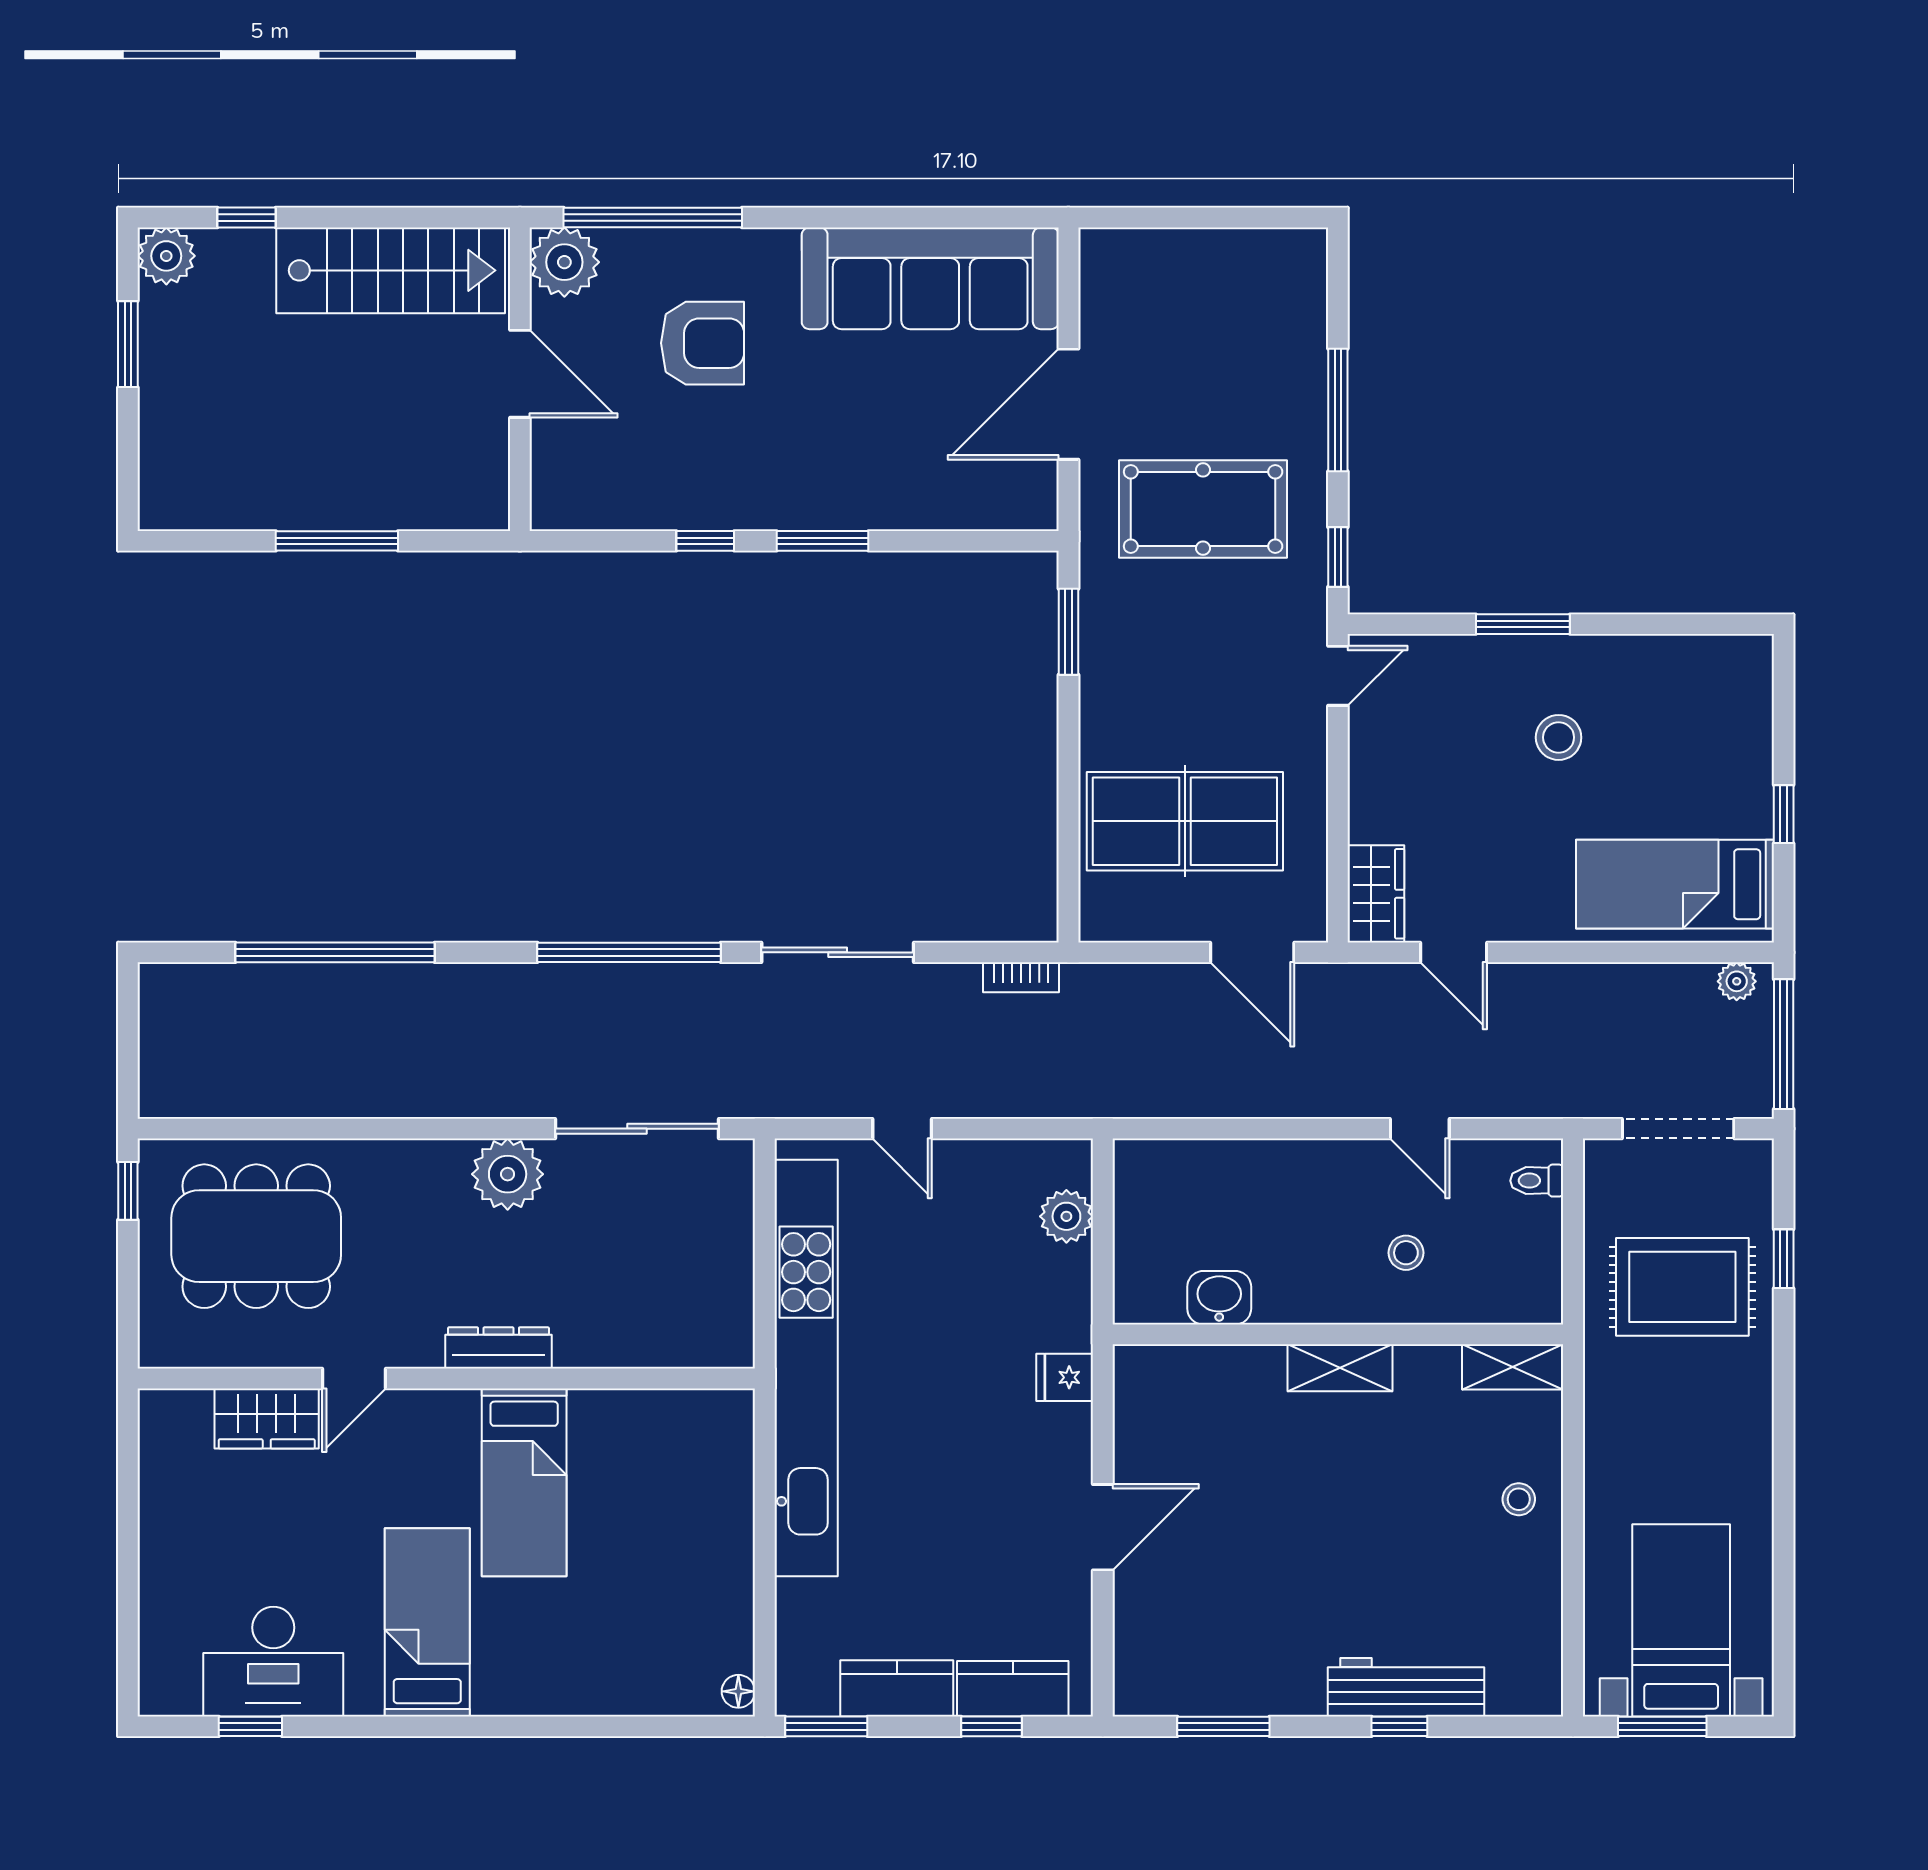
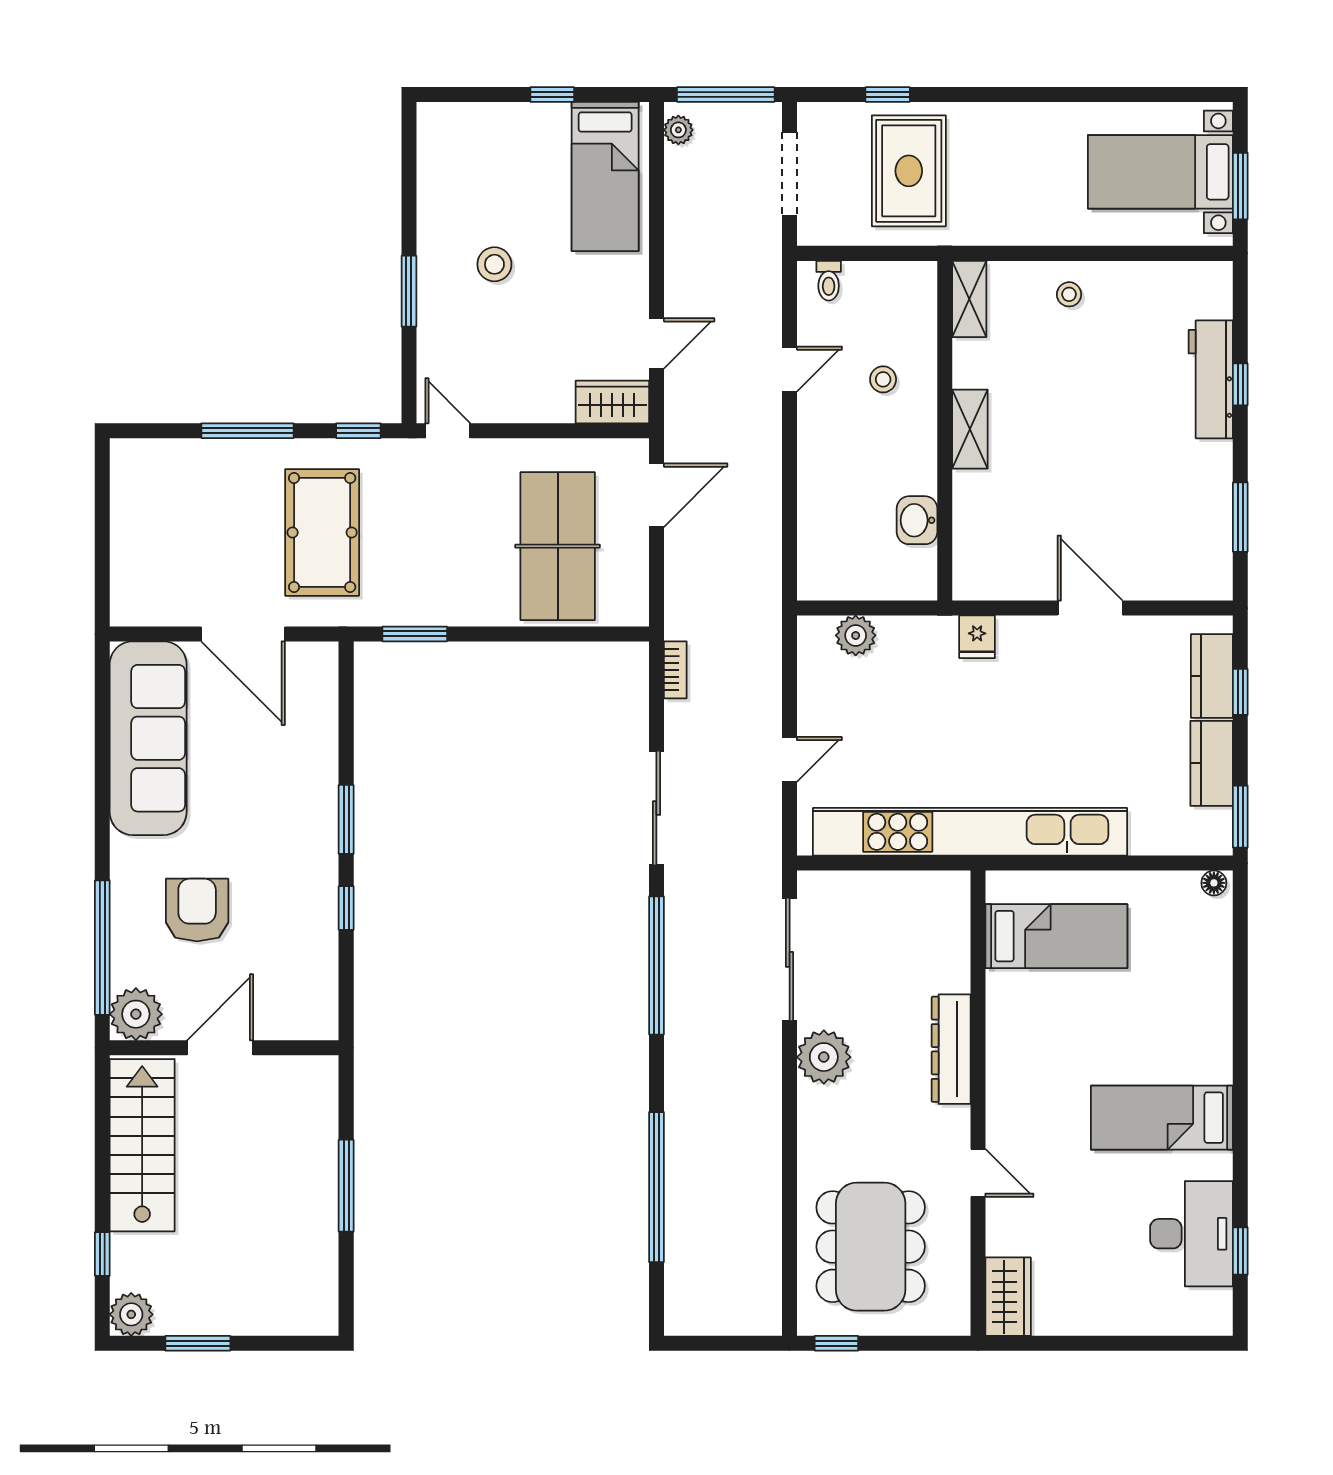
dresser: (498, 1348) -> (951, 1049), width x1.37, depth x1.24
wardrobe: (267, 1418) -> (1008, 1297), moved
bed: (524, 1482) -> (1056, 936), moved

